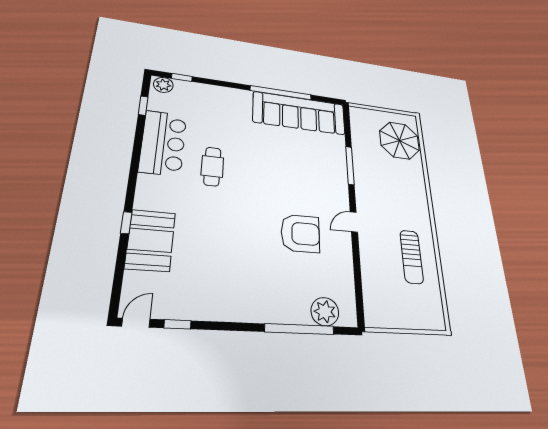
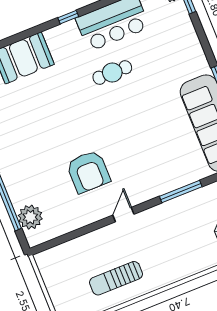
door: (354, 222) -> (123, 215), hinge flipped
window: (126, 223) -> (68, 17), moved

